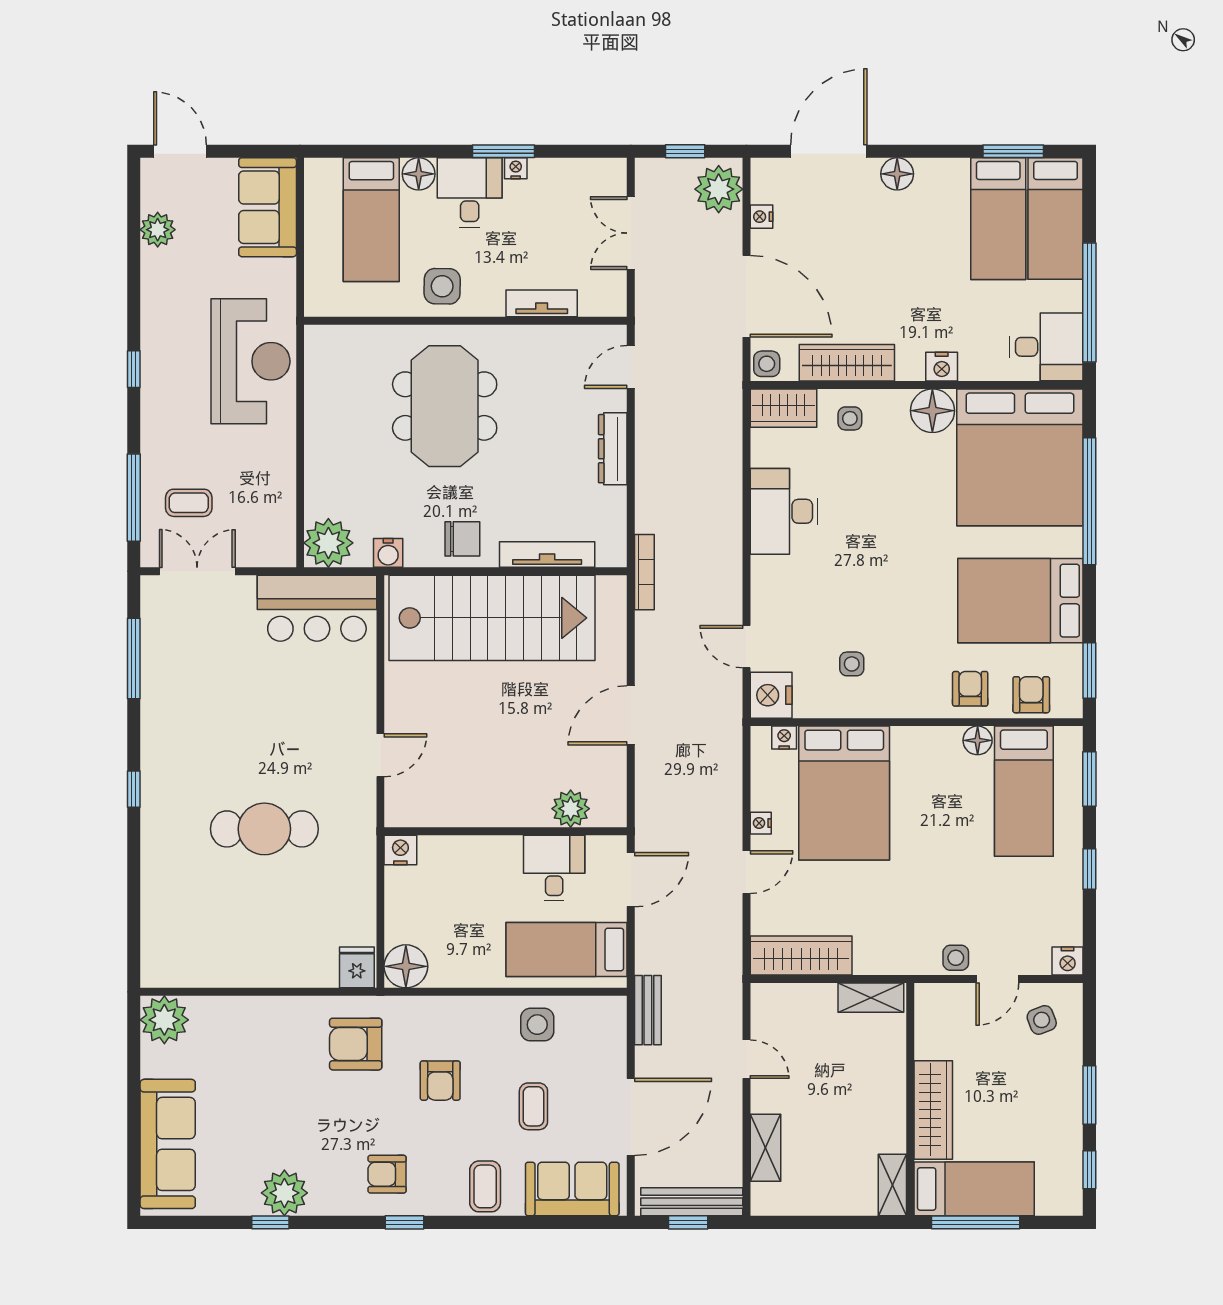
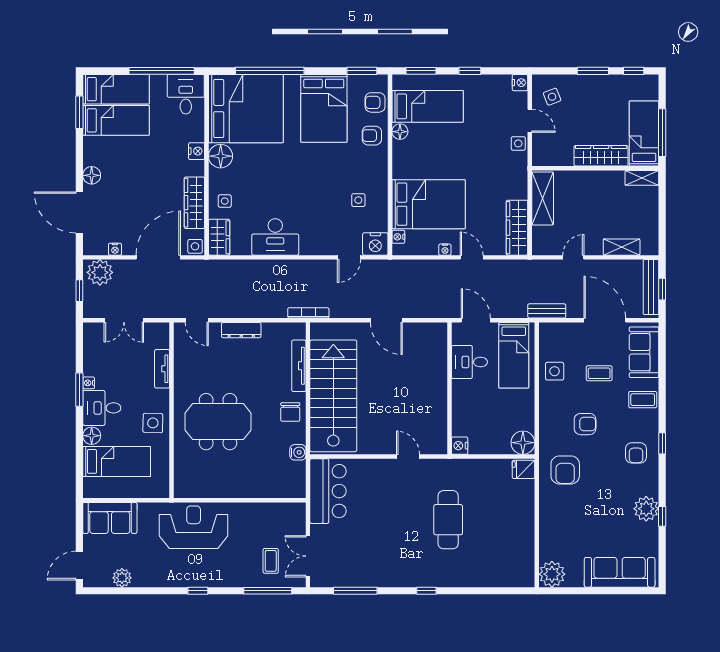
chair: (462, 539) -> (290, 412), turned 180
plant: (328, 543) -> (292, 485), removed
plant: (571, 809) -> (437, 353), removed
shelving: (871, 998) -> (543, 198), width x1.50, depth x1.33

